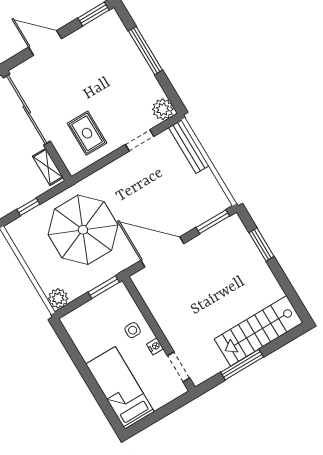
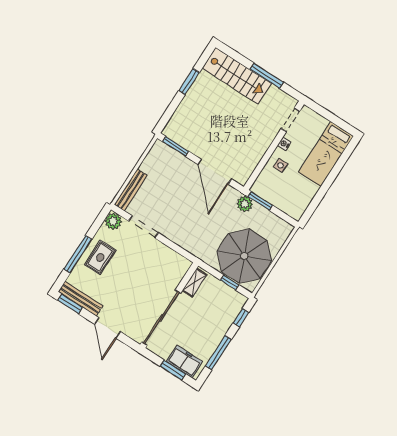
bench: (94, 29) -> (80, 299), added
rug: (87, 133) -> (100, 257), moved
doorway: (140, 140) -> (143, 227), width x1.38
parasol: (83, 230) -> (244, 256), moved
window: (261, 244) -> (189, 82), moved
plant: (58, 298) -> (245, 204), moved

